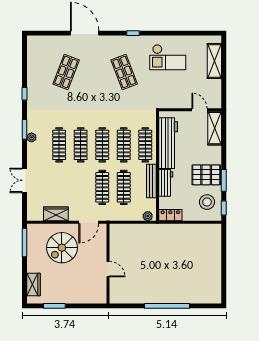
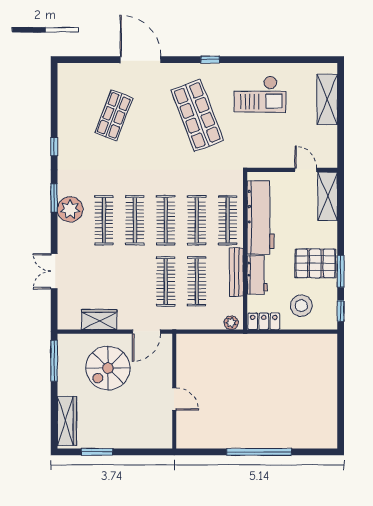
shop shelf: (124, 72) -> (197, 115), width x1.43, depth x1.36
plant: (32, 137) -> (70, 209), width x1.88, depth x1.88
stool: (207, 202) -> (301, 306), moved
wardrobe: (33, 284) -> (67, 421), width x1.50

